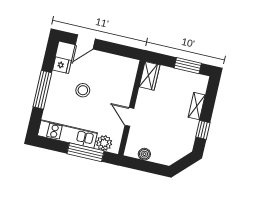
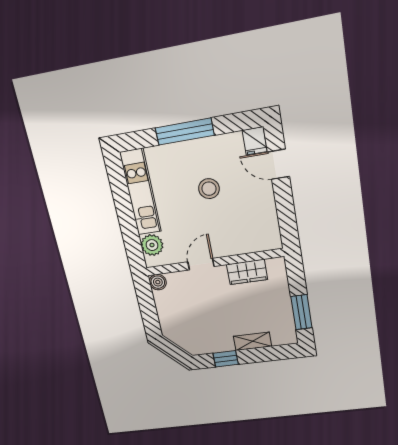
fridge: (62, 65) -> (255, 141), moved
wardrobe: (150, 76) -> (247, 272), moved
window: (85, 152) -> (128, 226), removed
boiler: (144, 154) -> (158, 282), moved

